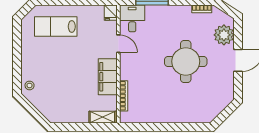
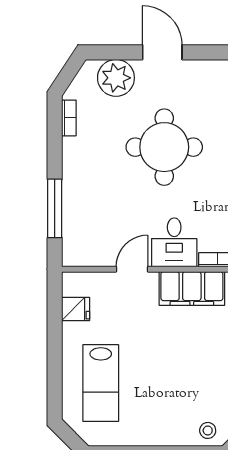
fridge: (111, 13) -> (76, 309), moved
desk: (132, 18) -> (174, 242), moved, turned -90

